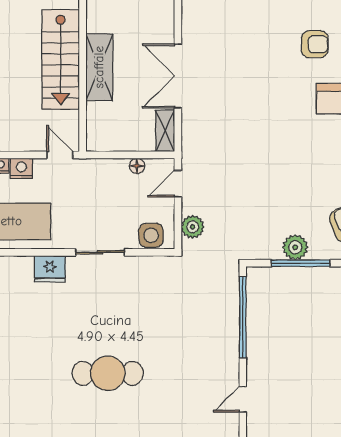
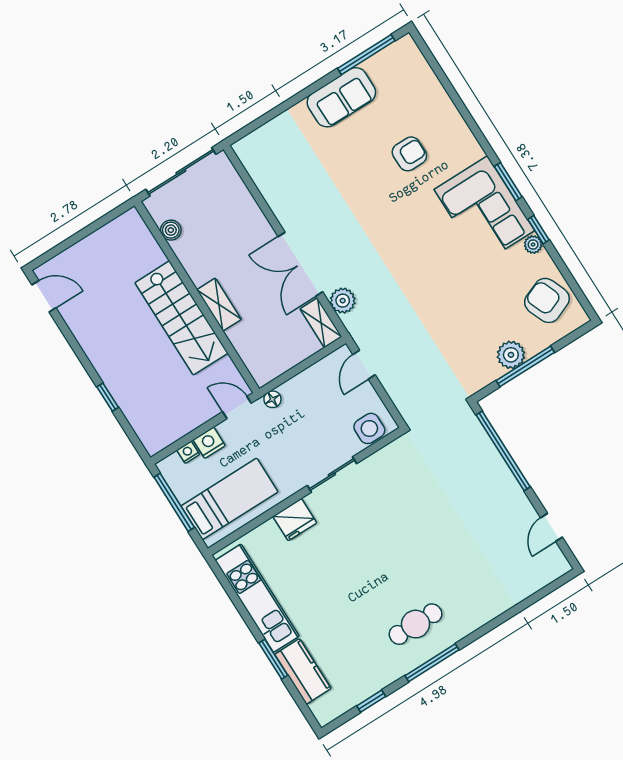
shelving: (99, 67) -> (219, 305), width x0.67, depth x0.75
floor lamp: (137, 166) -> (272, 399), moved
plant: (193, 227) -> (343, 301), moved
cafe table: (108, 373) -> (416, 624), moved, width x0.73, depth x0.74

